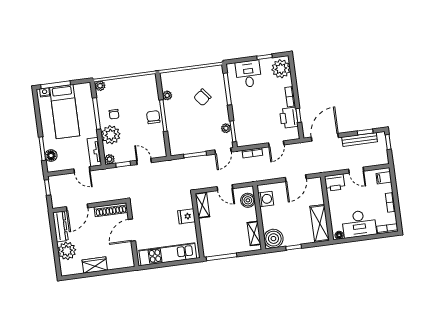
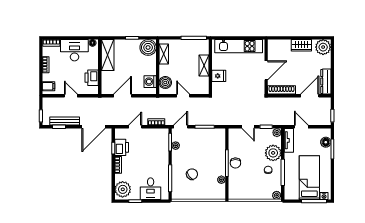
printer: (335, 183) -> (92, 78), moved, turned -90
shelving: (202, 205) -> (204, 66), moved
plant: (67, 251) -> (323, 47), moved

